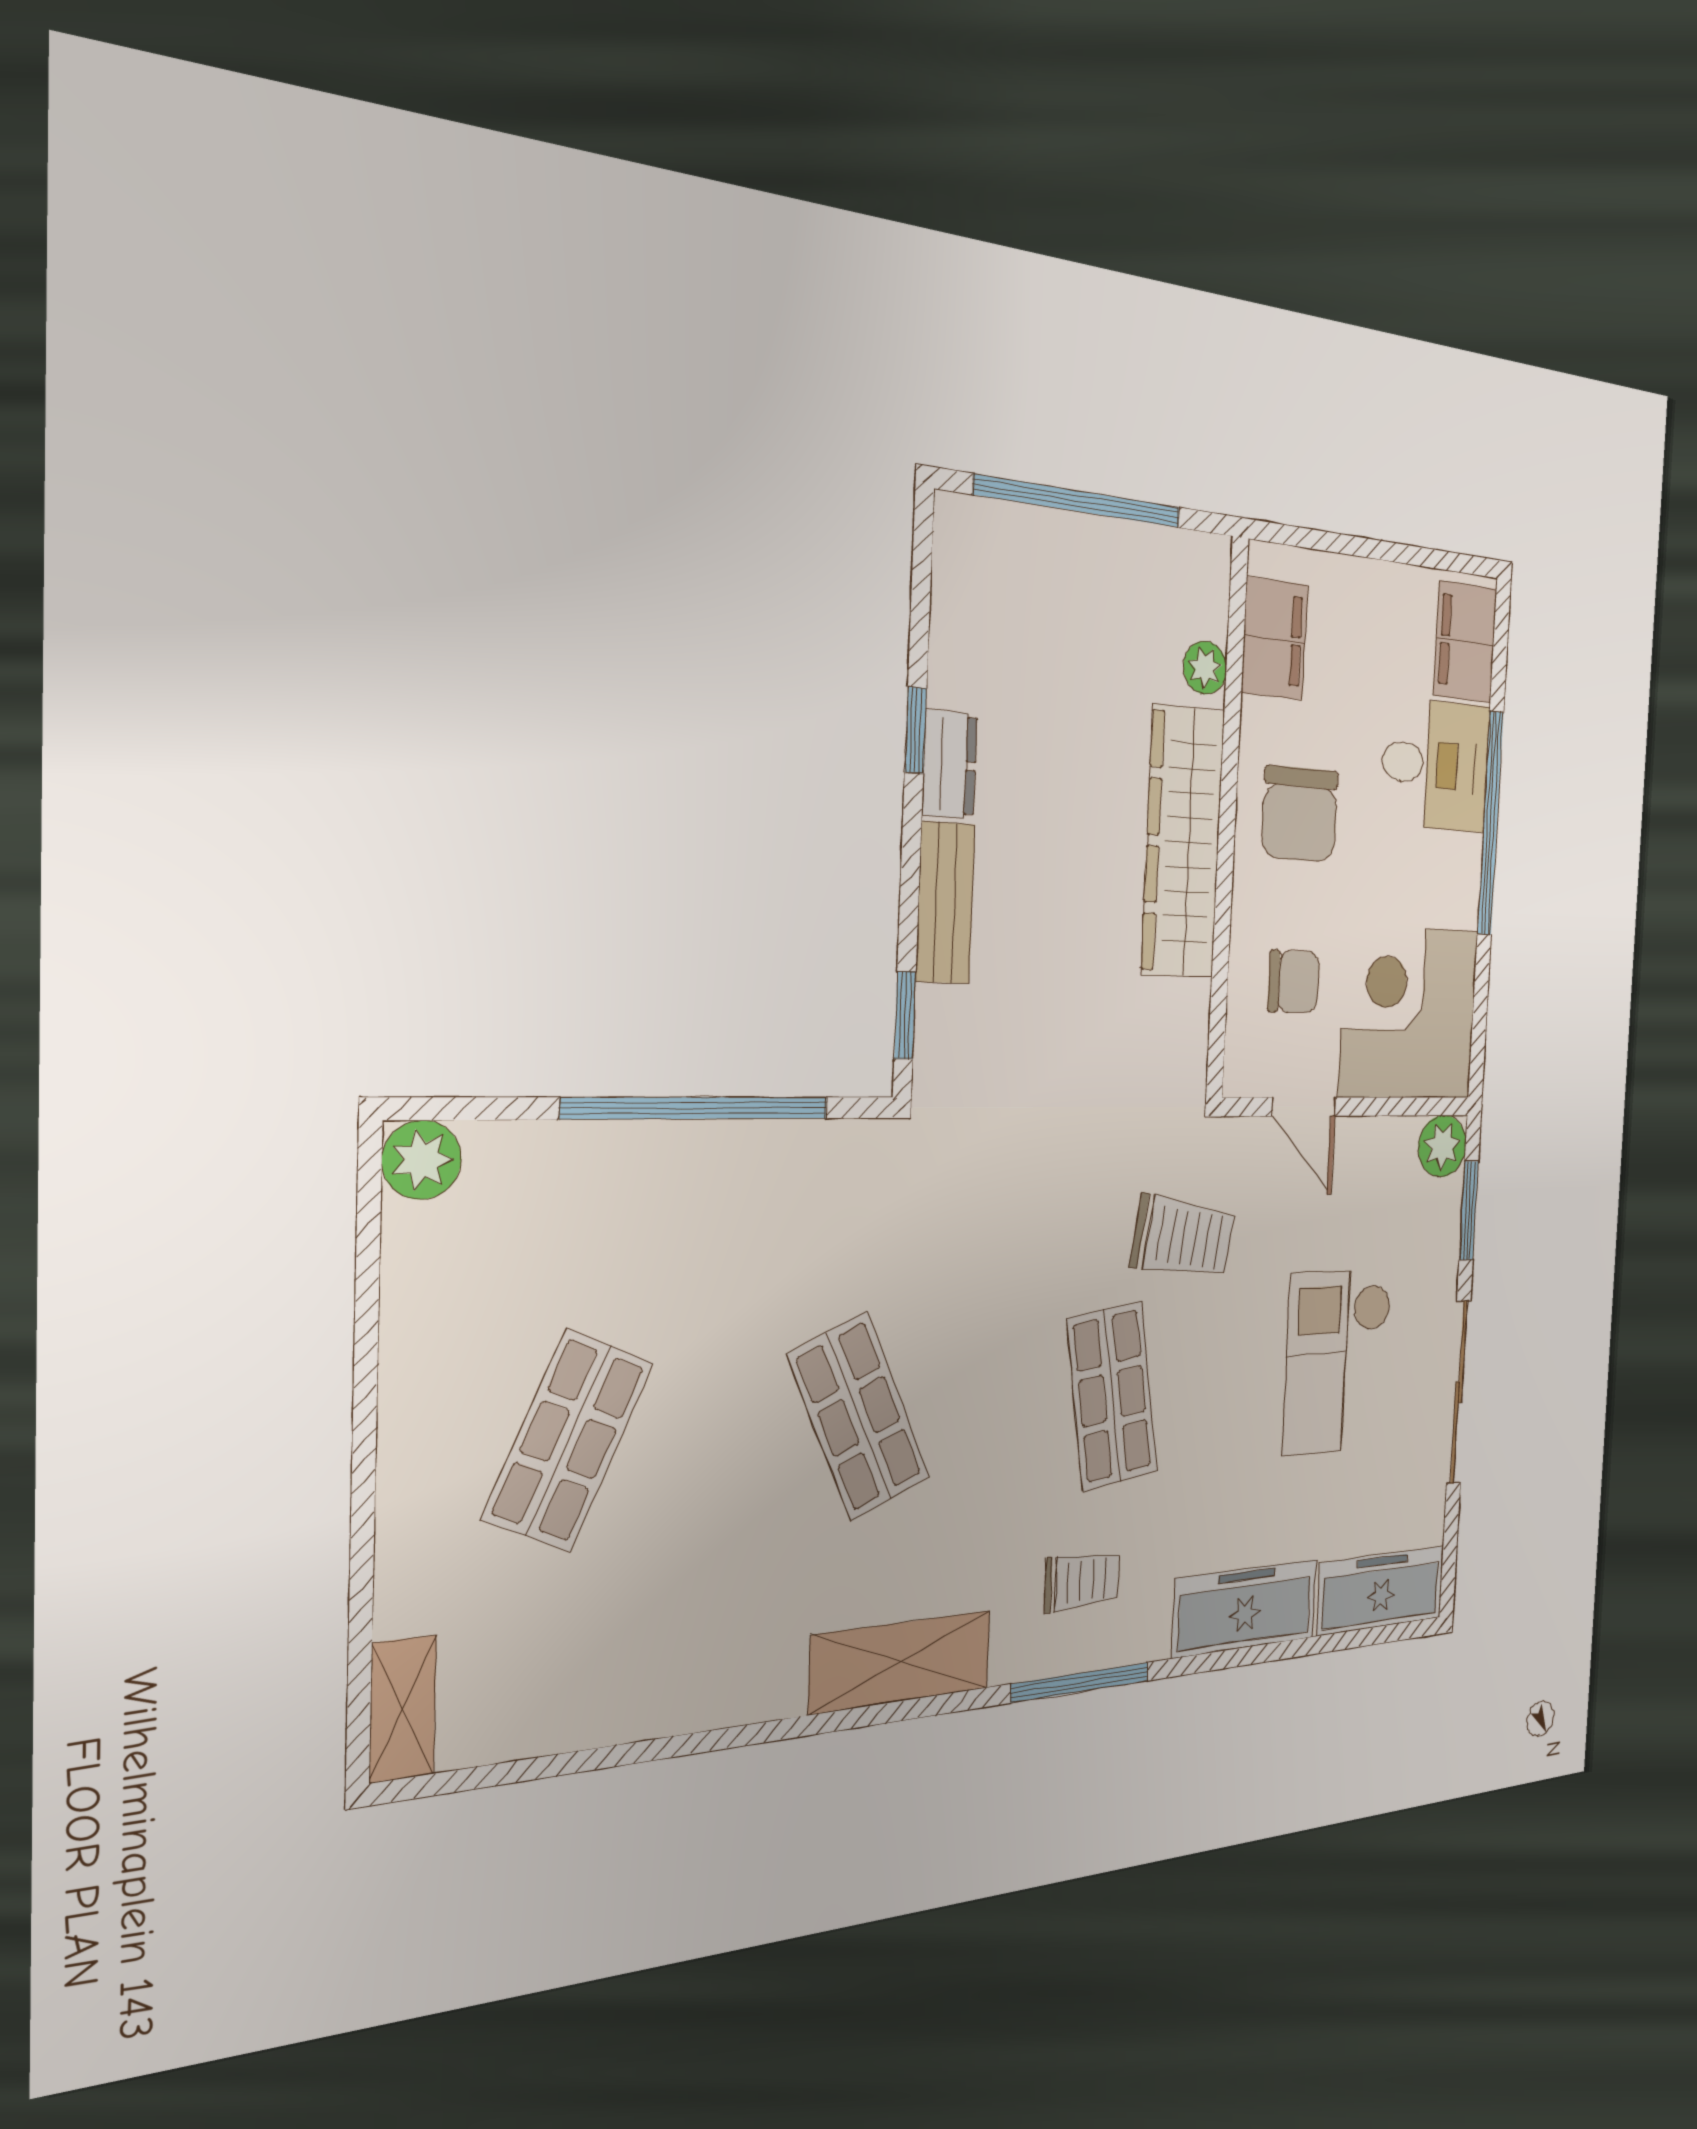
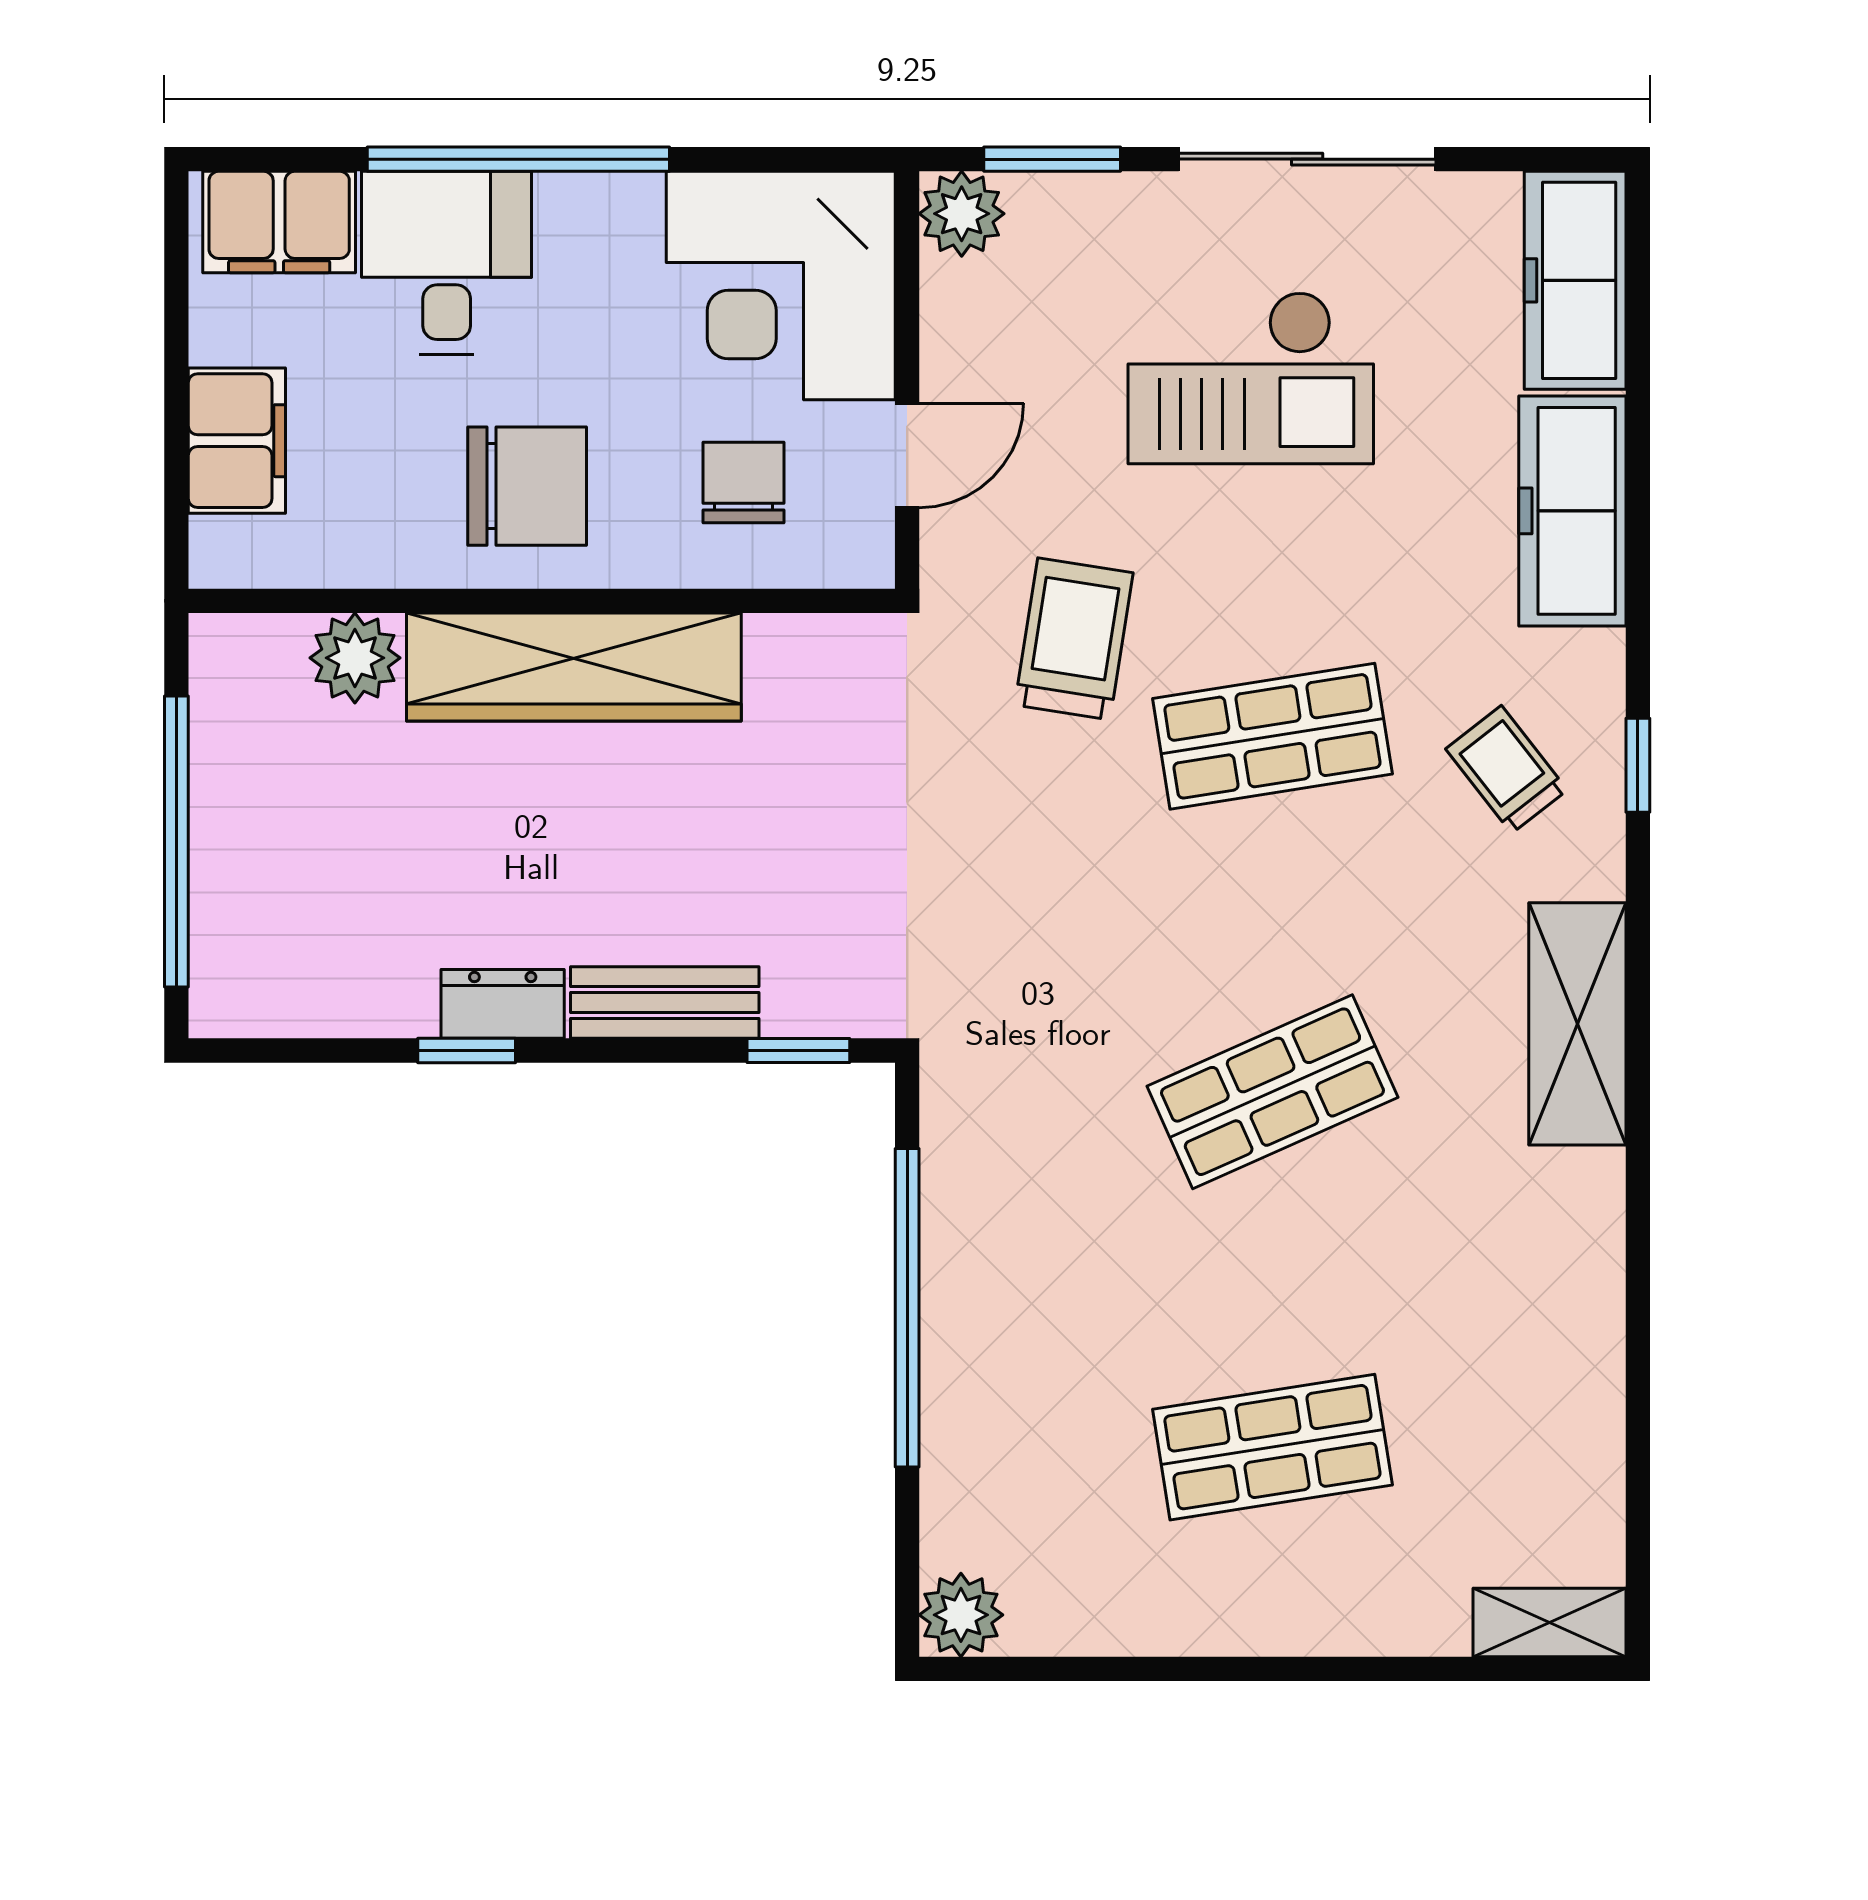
filing cabinet: (1275, 638) -> (237, 441), moved, turned 90
plant: (1205, 668) -> (355, 658), width x1.38, depth x1.38
shop shelf: (568, 1440) -> (1272, 1447), turned -33
trolley: (1082, 1581) -> (1507, 769), turned -38
window: (1080, 1682) -> (1638, 765), width x0.46

